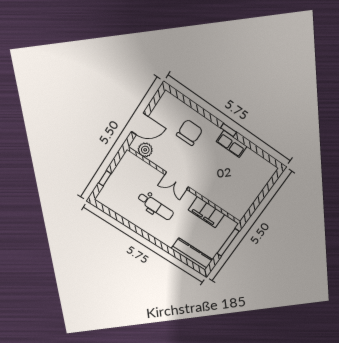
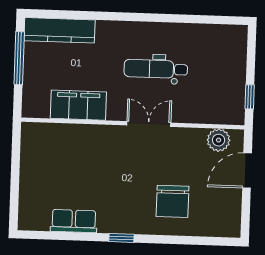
row of seats: (232, 144) -> (74, 221), moved
window: (105, 178) -> (250, 97), moved
window: (228, 242) -> (19, 58), moved

